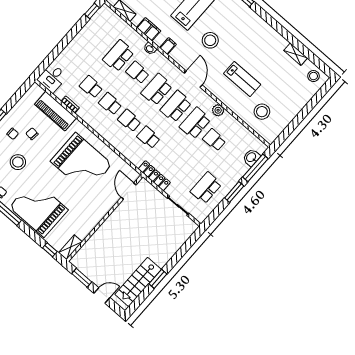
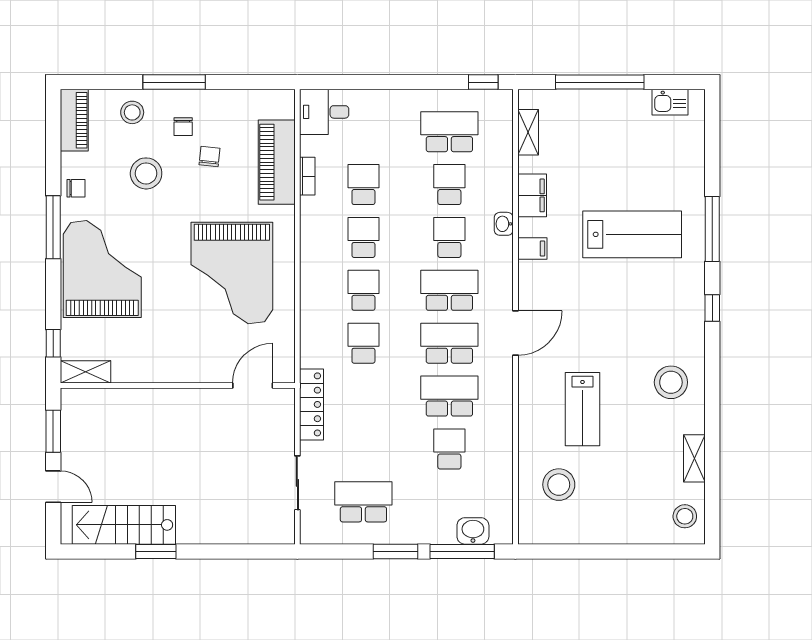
school desk: (99, 39) -> (449, 132), added
stool: (210, 40) -> (671, 382), moved
school desk: (118, 56) -> (449, 185), width x0.54
plant: (218, 110) -> (501, 414), removed

